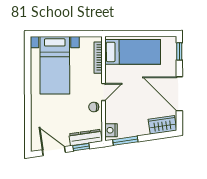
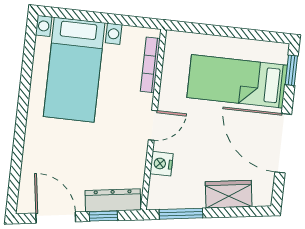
bed: (133, 52) -> (237, 81), moved, turned 180
chair: (94, 107) -> (133, 149), removed
wardrobe: (162, 125) -> (229, 194), moved
nightstand: (111, 130) -> (162, 164), moved

